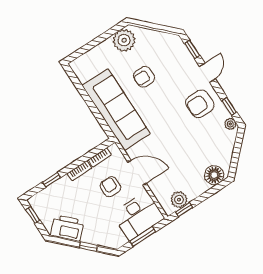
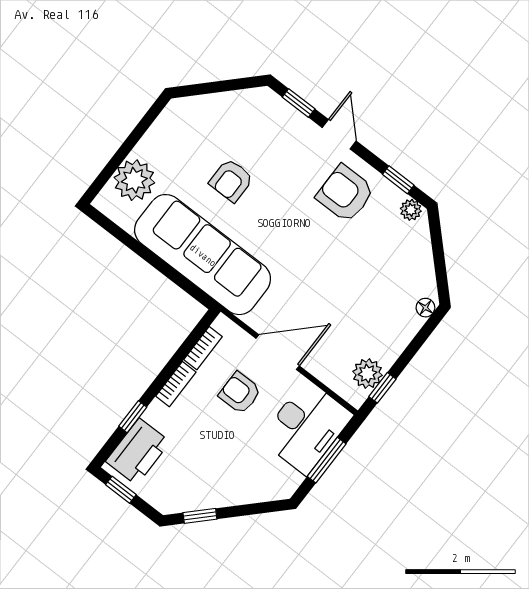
plant: (124, 40) -> (134, 180), moved
armchair: (200, 104) -> (345, 194), turned 90
floor lamp: (214, 175) -> (425, 308), width x0.53, depth x0.53
printer: (67, 228) -> (138, 452), moved, turned 135
window: (89, 247) -> (200, 516), moved

